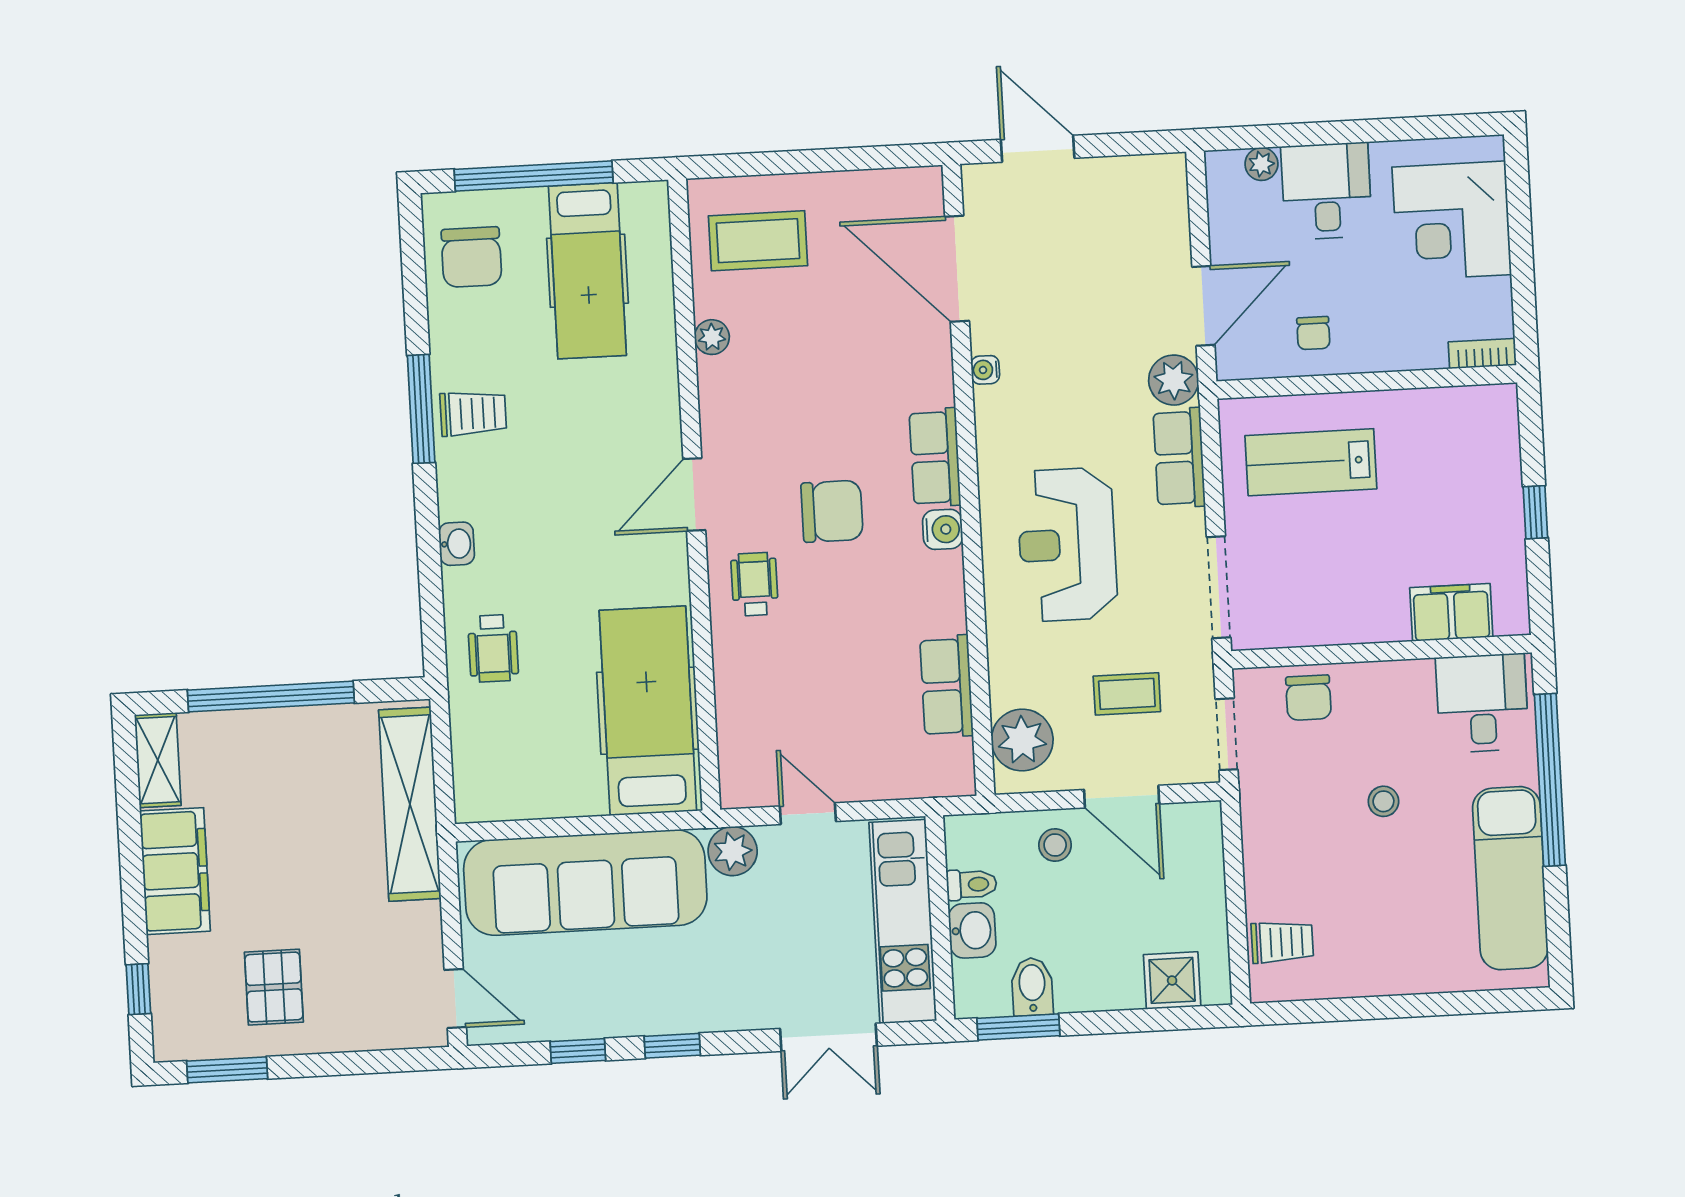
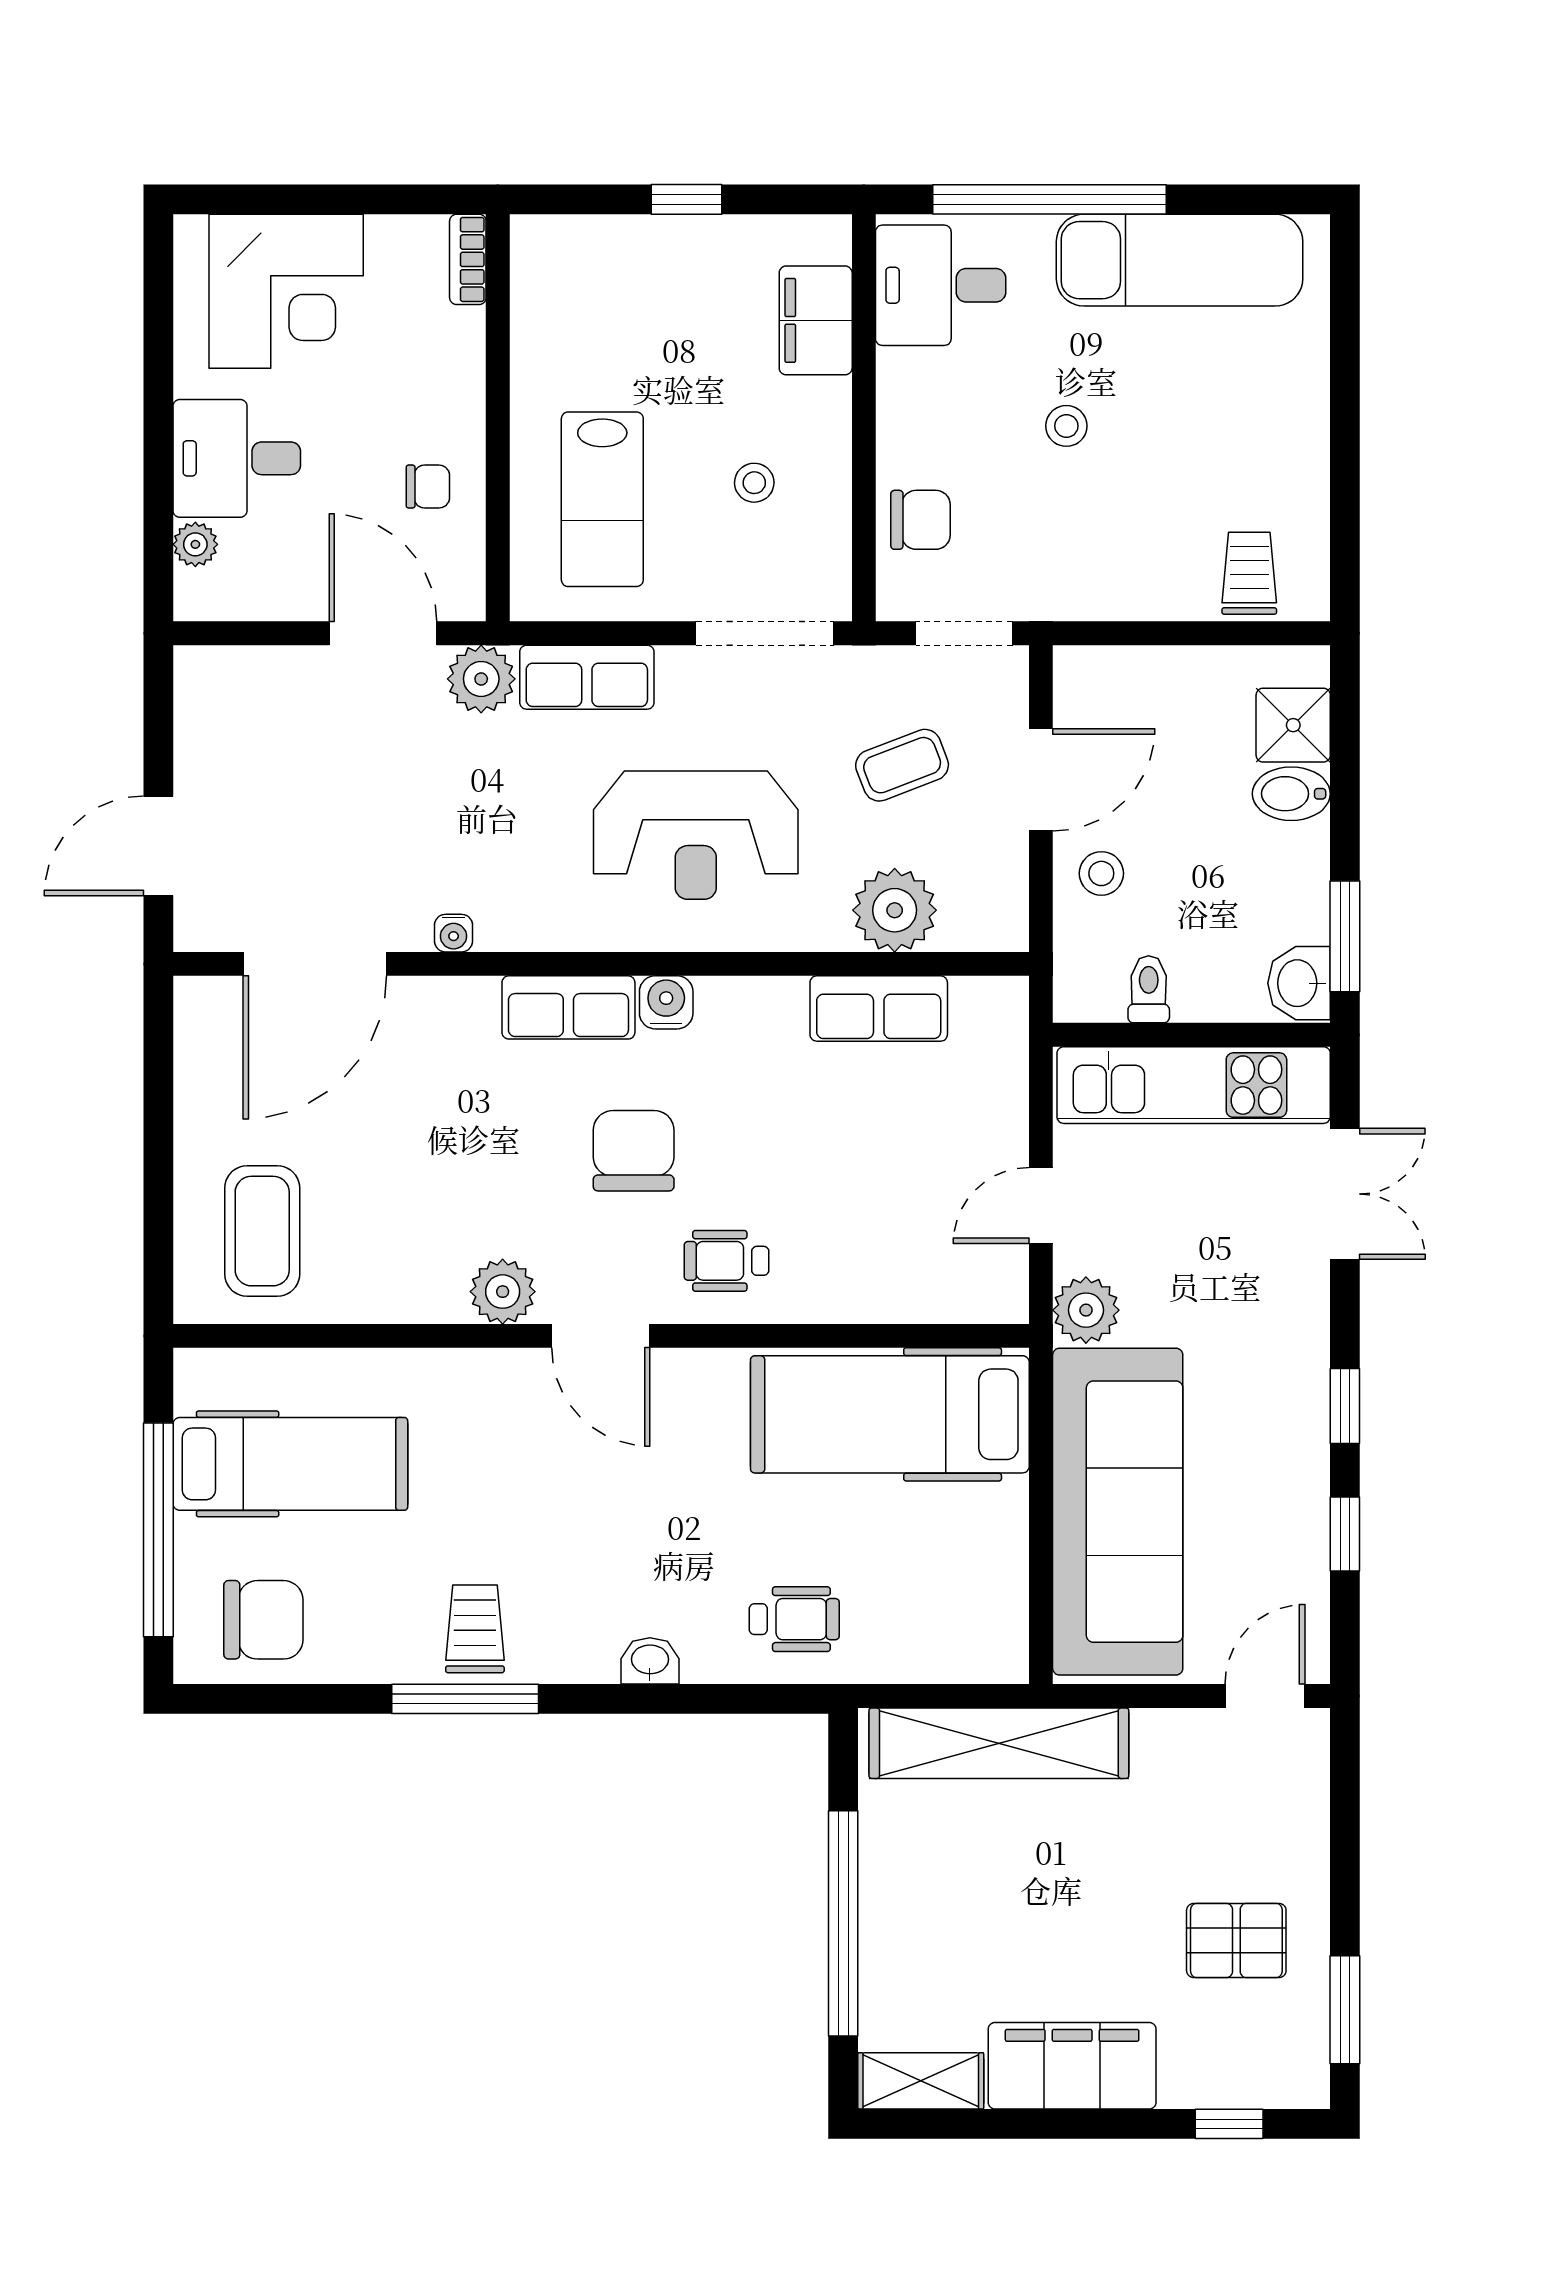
plant: (712, 337) -> (503, 1292), moved, width x1.38, depth x1.38
stool: (1329, 574) -> (754, 483), added
coffee table: (1127, 694) -> (902, 765), turned 69
plant: (1022, 740) -> (895, 910), moved
washbasin: (972, 930) -> (1299, 983), moved, turned -90
bidet: (1032, 987) -> (1291, 794), moved

